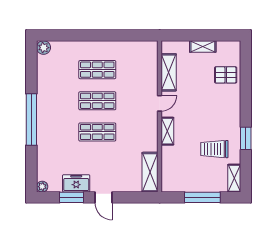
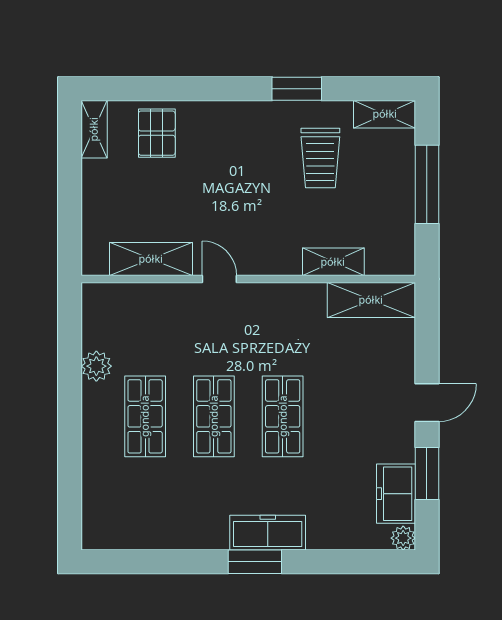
shelving: (203, 47) -> (94, 129), moved
plant: (44, 48) -> (96, 366), moved
window: (31, 119) -> (255, 562), width x0.47
freezer: (45, 125) -> (268, 533), added
shelving: (167, 131) -> (333, 262), moved
freezer: (76, 183) -> (396, 494), moved

